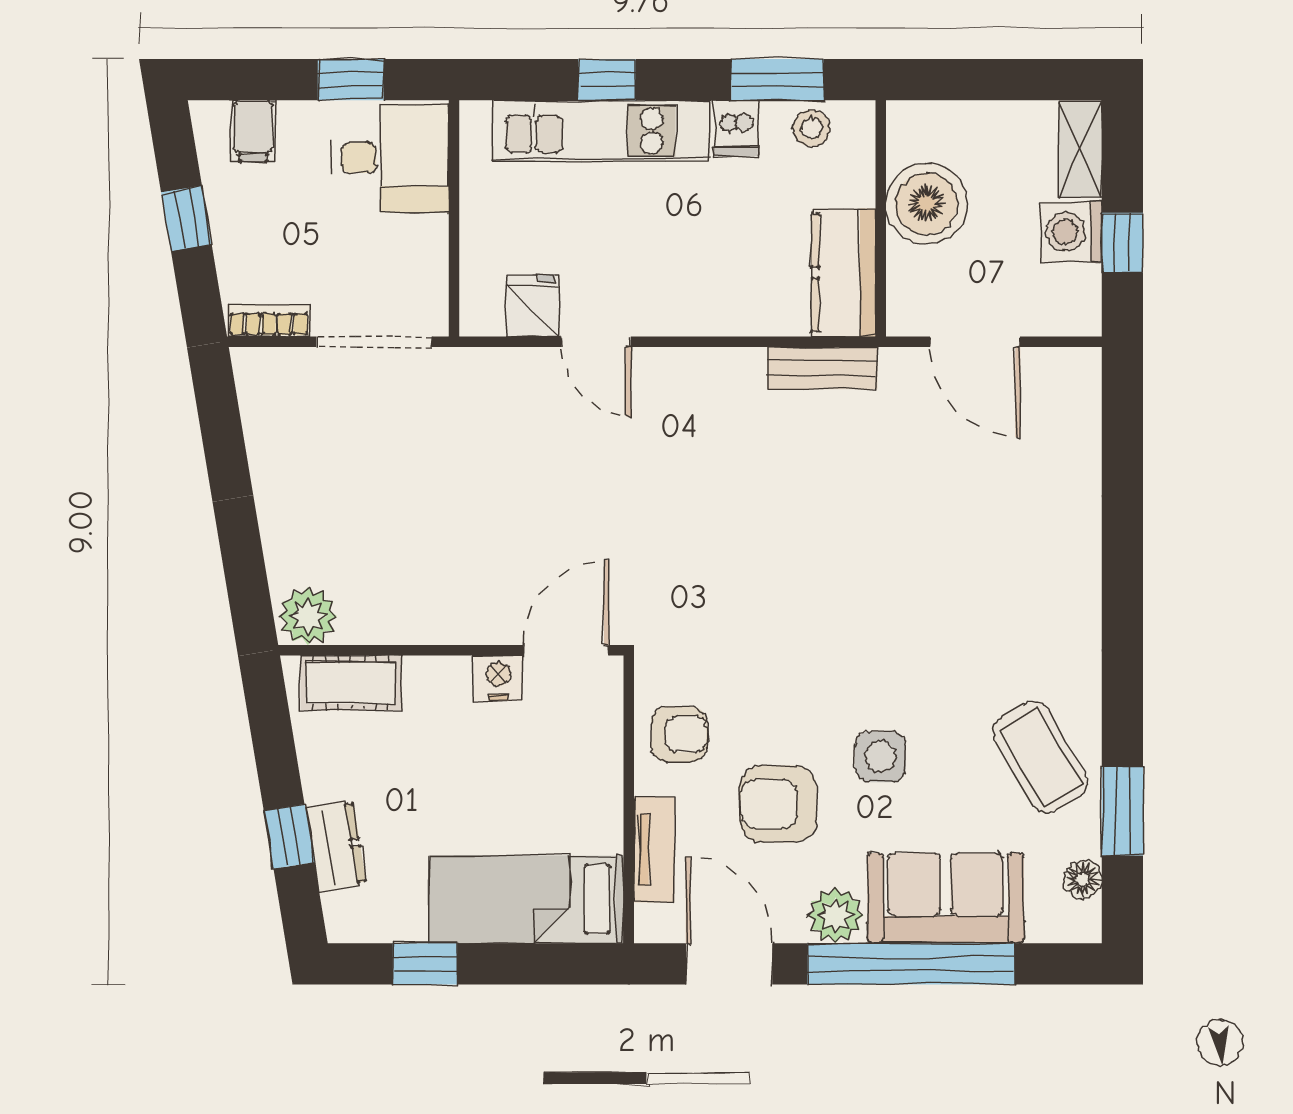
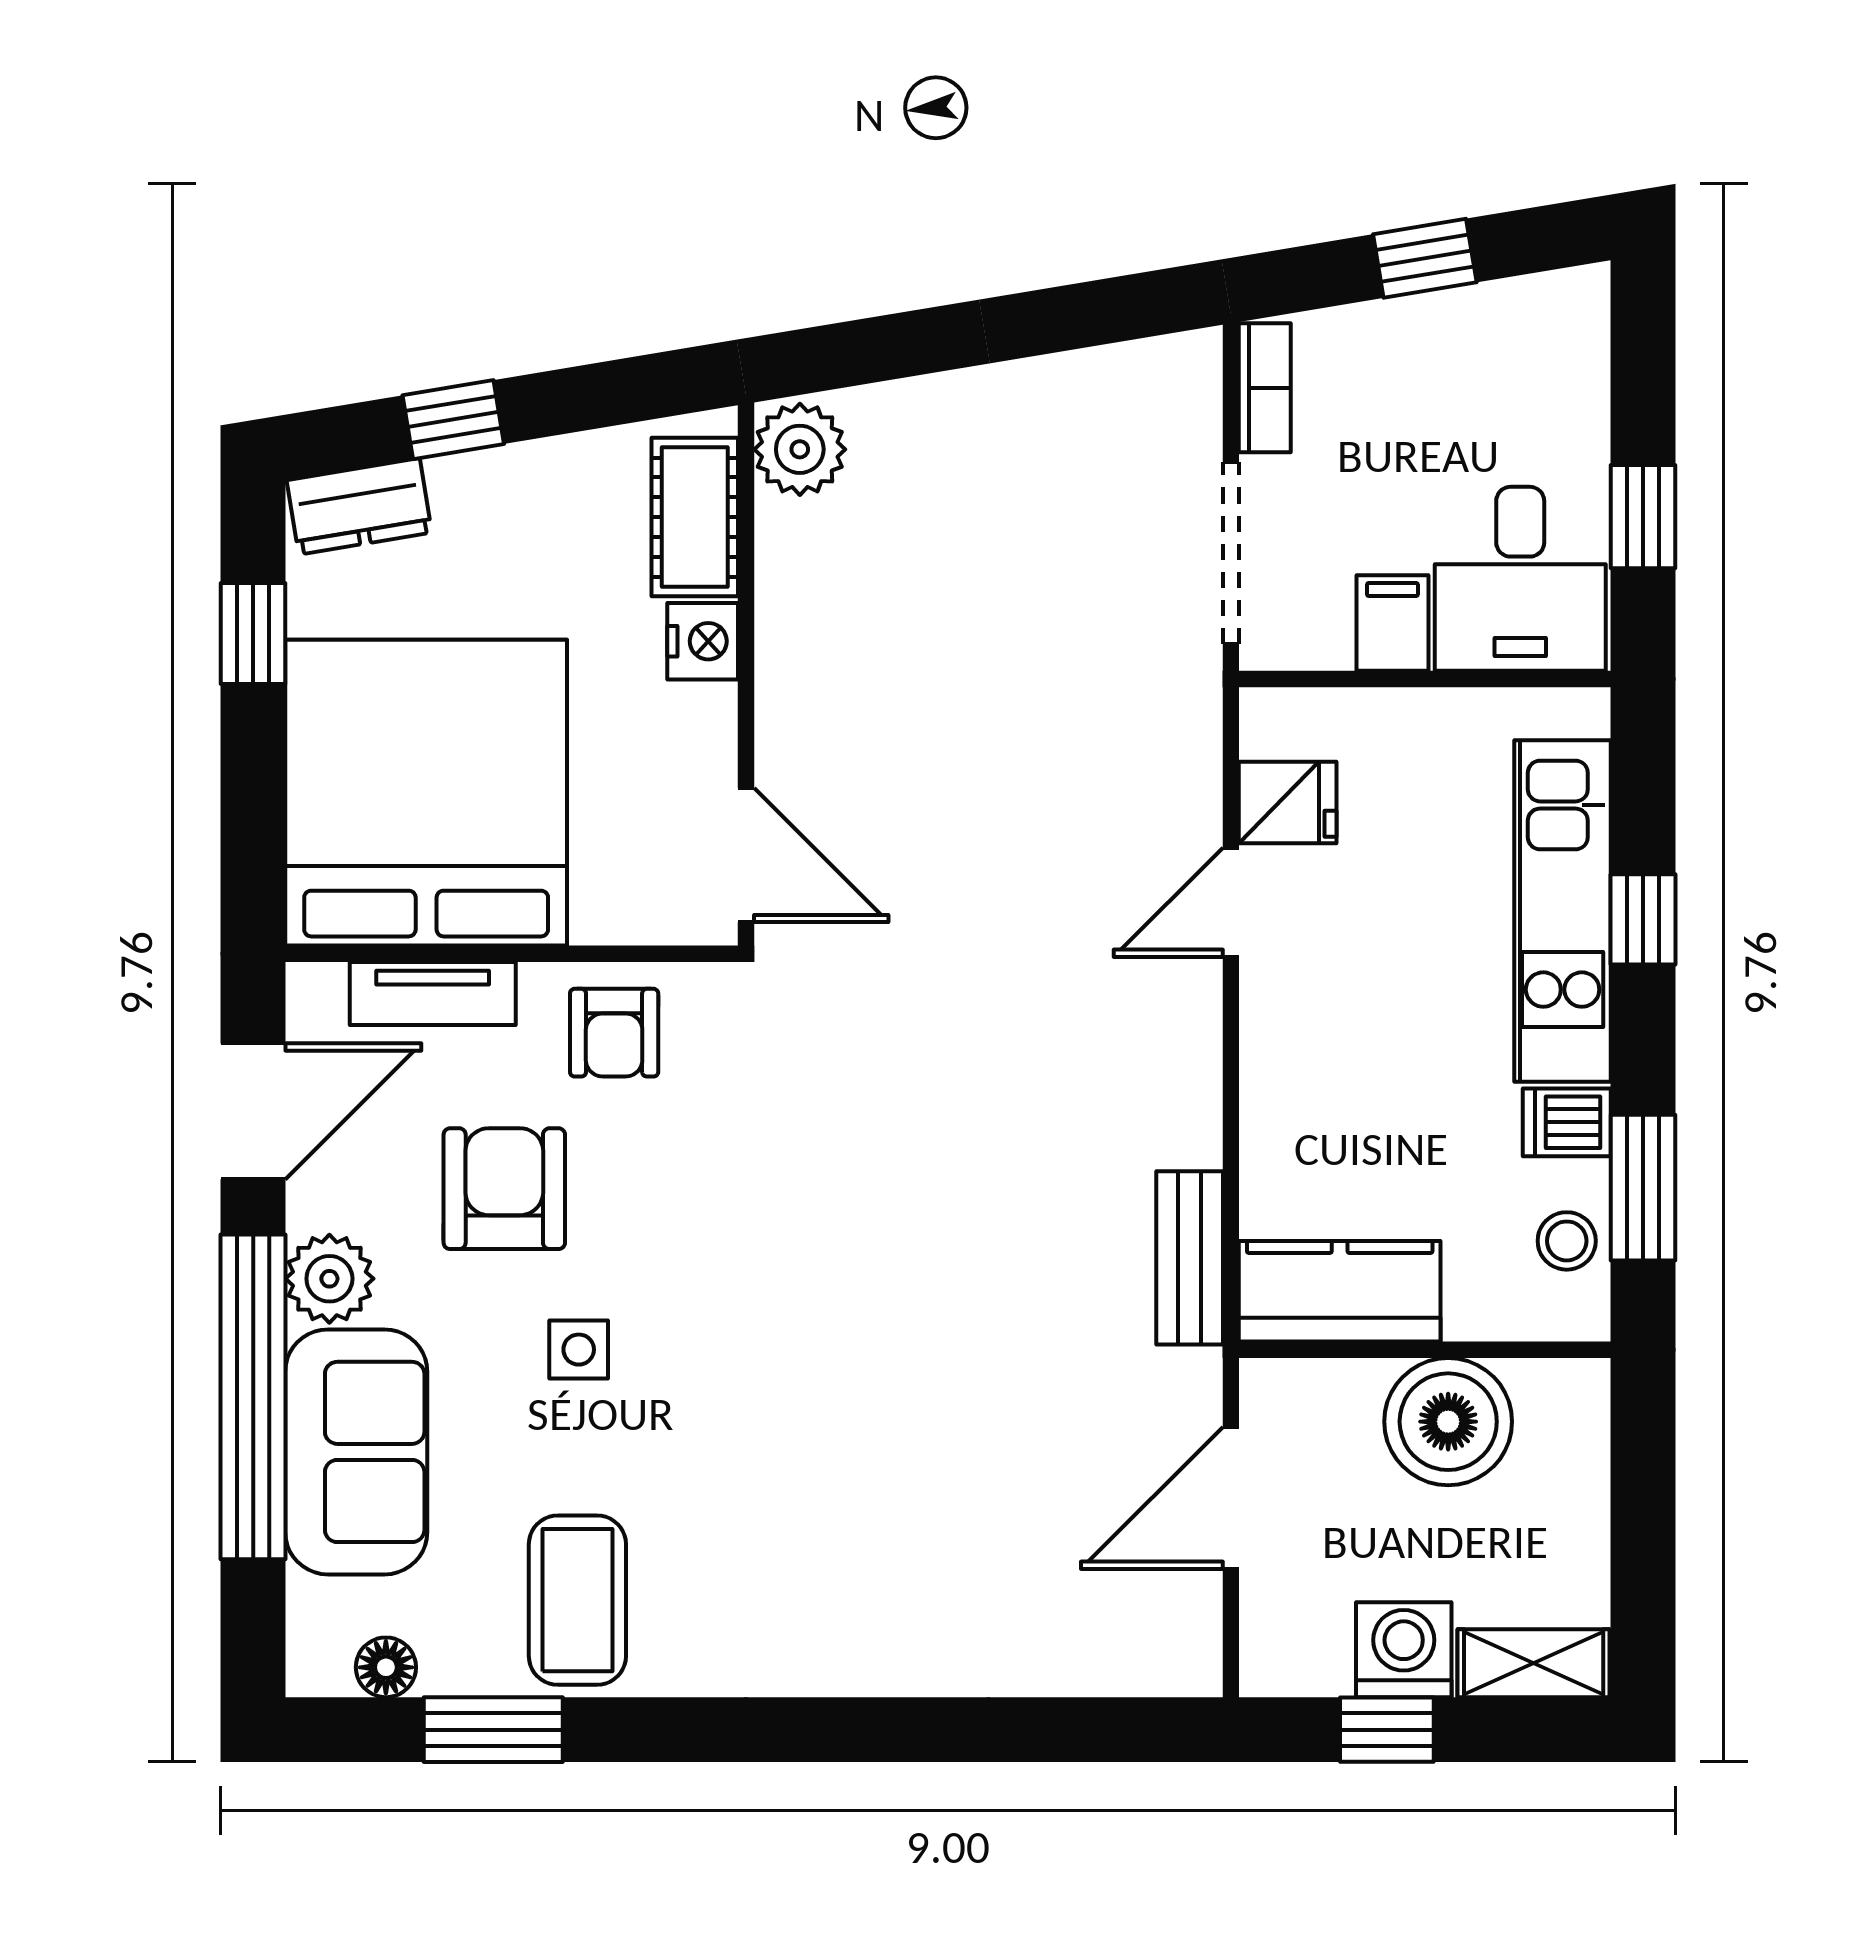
filing cabinet: (253, 131) -> (1392, 623), moved, turned 90
nightstand: (498, 678) -> (703, 641), moved
side table: (881, 757) -> (579, 1350), width x0.73, depth x0.73
coffee table: (1040, 758) -> (577, 1600), turned -60
dresser: (336, 846) -> (359, 506), moved
bed: (526, 900) -> (426, 793), width x2.04

